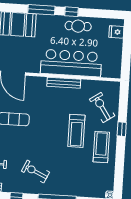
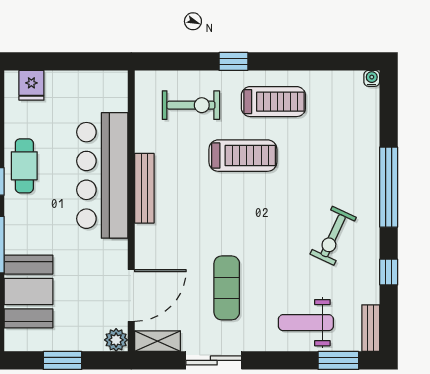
exercise bike: (102, 108) -> (191, 105), turned -146
treadmill: (101, 147) -> (273, 102), turned 180

